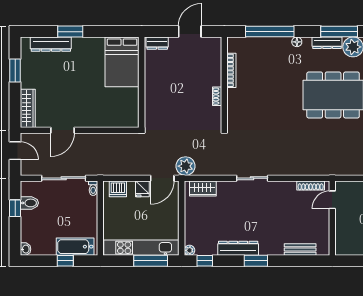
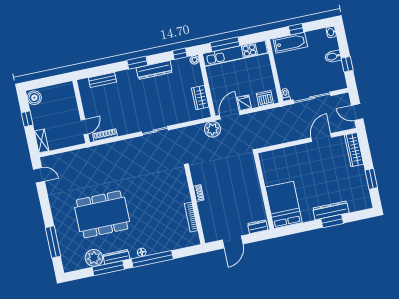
window: (270, 32) -> (152, 259), moved
dresser: (51, 44) -> (331, 210), moved
wardrobe: (203, 189) -> (200, 97), moved, turned -90
bidet: (29, 203) -> (333, 56), moved

